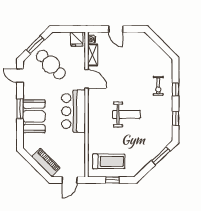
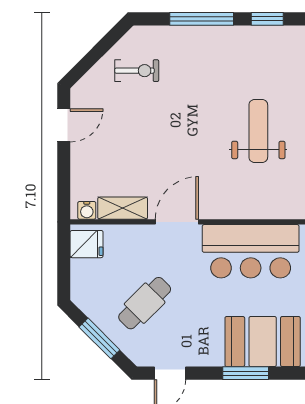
door: (116, 29) -> (64, 125), moved
cafe table: (51, 65) -> (145, 303), width x0.73, depth x0.74
exercise bike: (158, 86) -> (137, 71), moved
window: (176, 90) -> (202, 19), width x2.17

